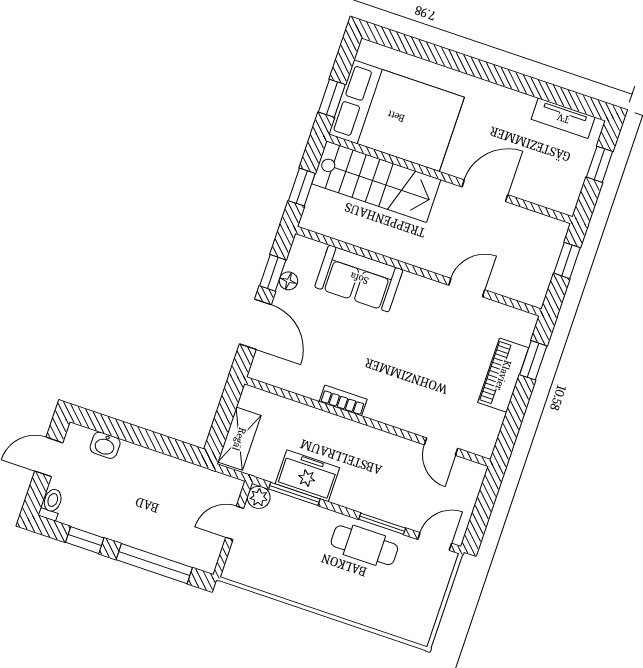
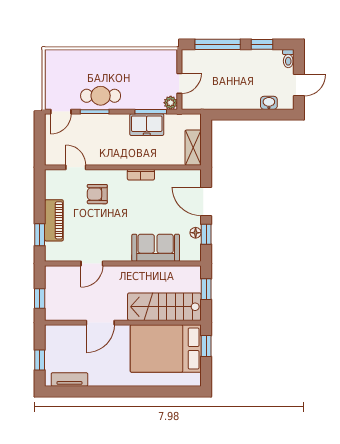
armchair: (422, 393) -> (97, 194), added
shelving: (239, 439) -> (193, 148), moved

